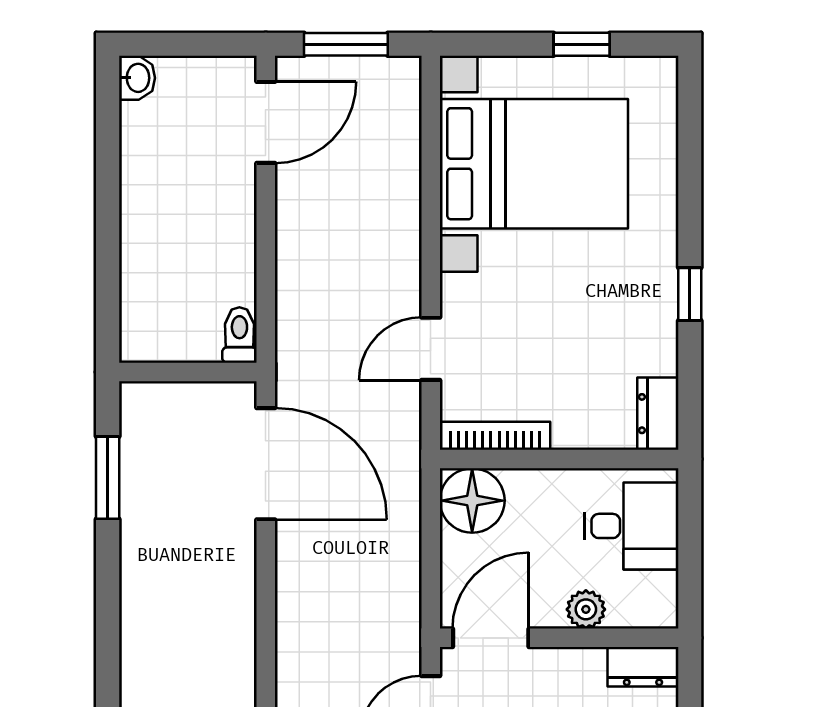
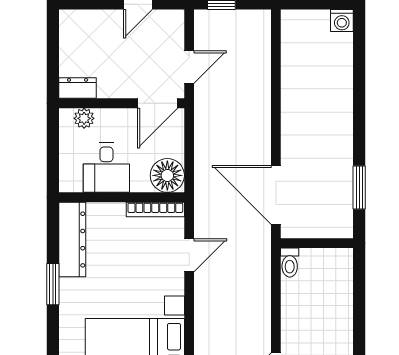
window: (690, 294) -> (53, 284), width x1.50
dresser: (658, 414) -> (72, 240), width x1.96, depth x1.24
desk: (631, 526) -> (106, 168), moved, turned -90
plant: (586, 609) -> (84, 118), moved

